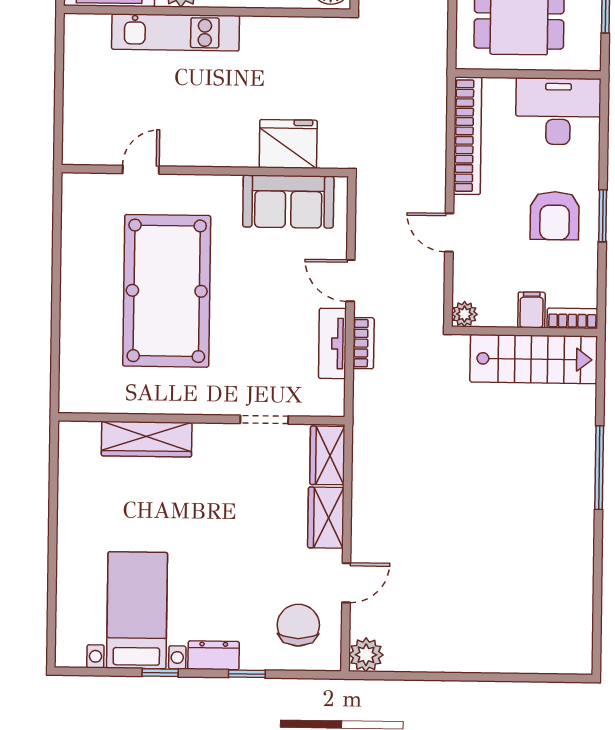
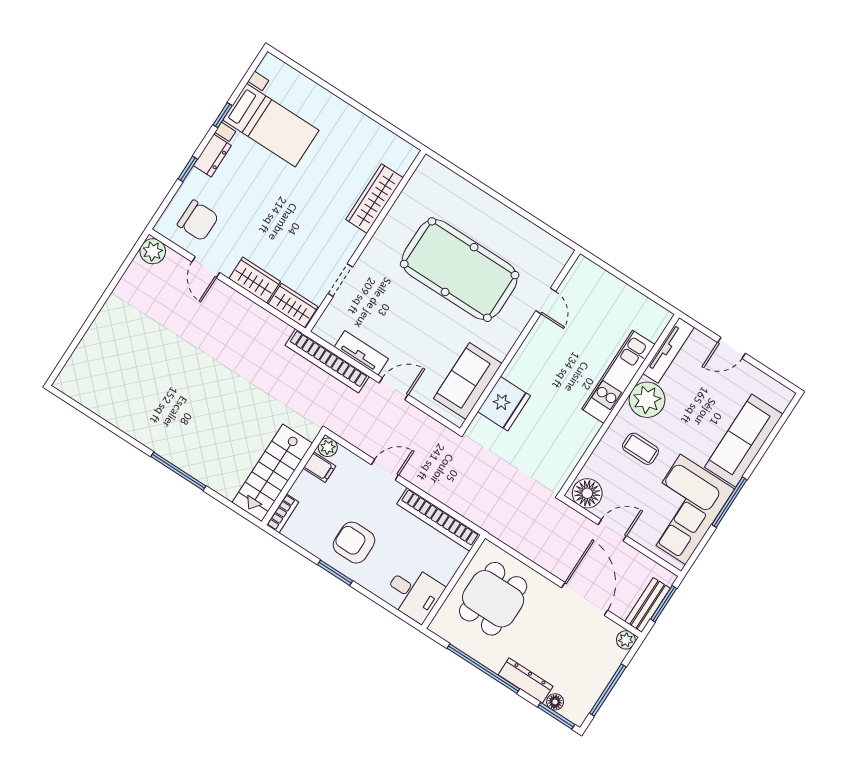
desk: (558, 111) -> (414, 593), width x0.73
filing cabinet: (532, 310) -> (319, 467), moved
bookcase: (363, 343) -> (327, 361), width x2.31, depth x1.31

